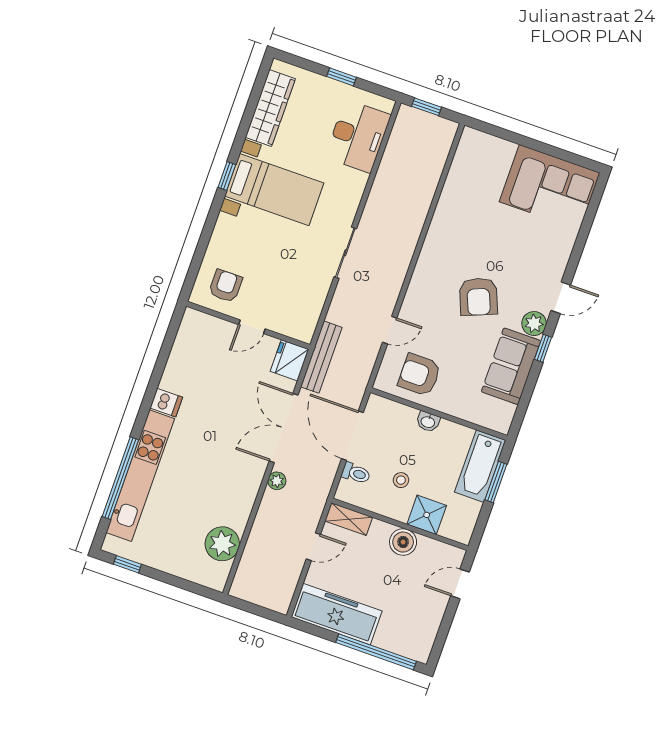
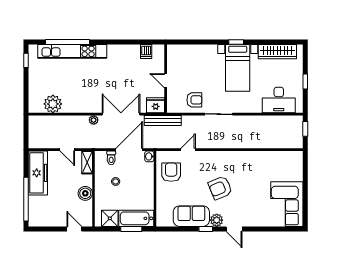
armchair: (226, 286) -> (194, 100), moved
door: (390, 330) -> (188, 150), swing flipped
dishwasher: (166, 403) -> (146, 51), moved
washbasin: (428, 422) -> (149, 156), moved
shower: (427, 515) -> (110, 218), moved

